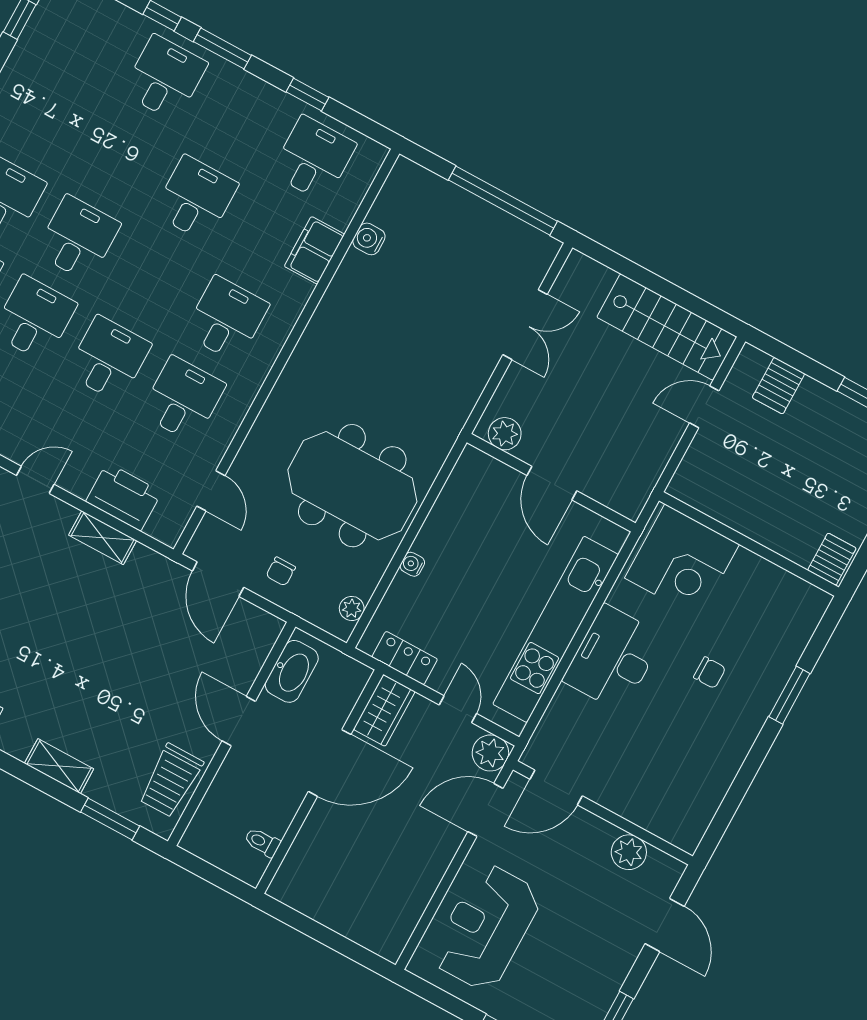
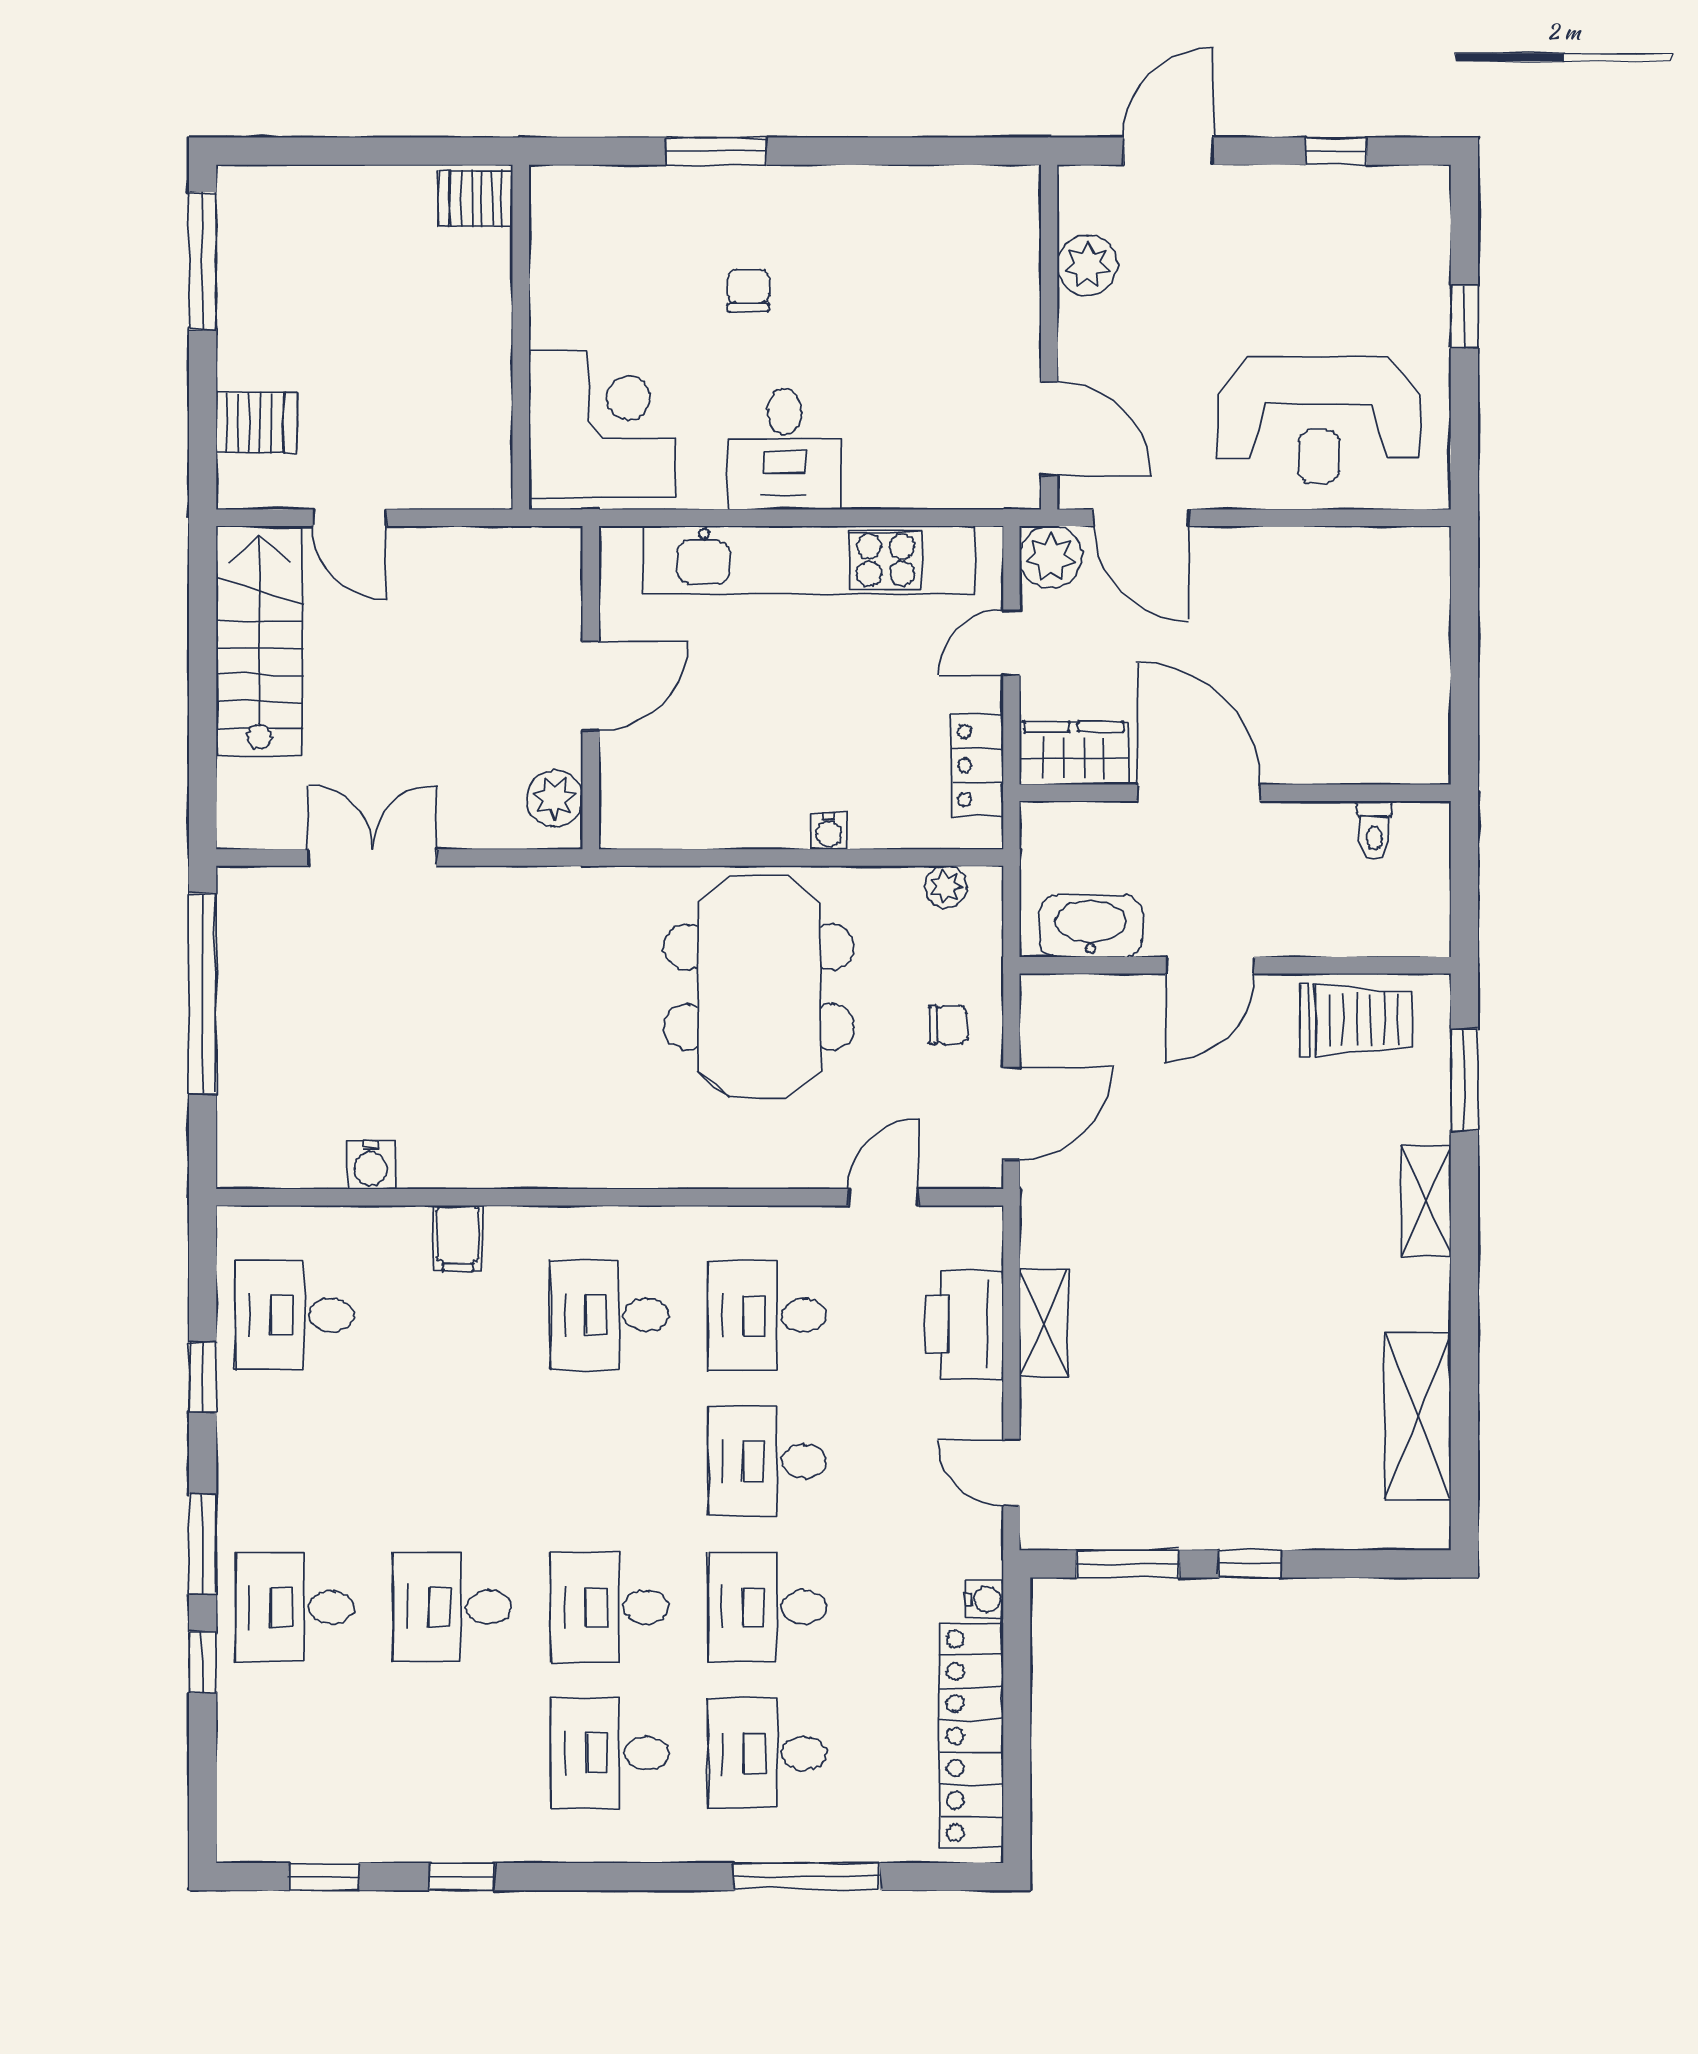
desk: (196, 198) -> (452, 1607), moved
filing cabinet: (314, 250) -> (458, 1238), width x0.50
desk: (613, 658) -> (785, 449), width x0.73

